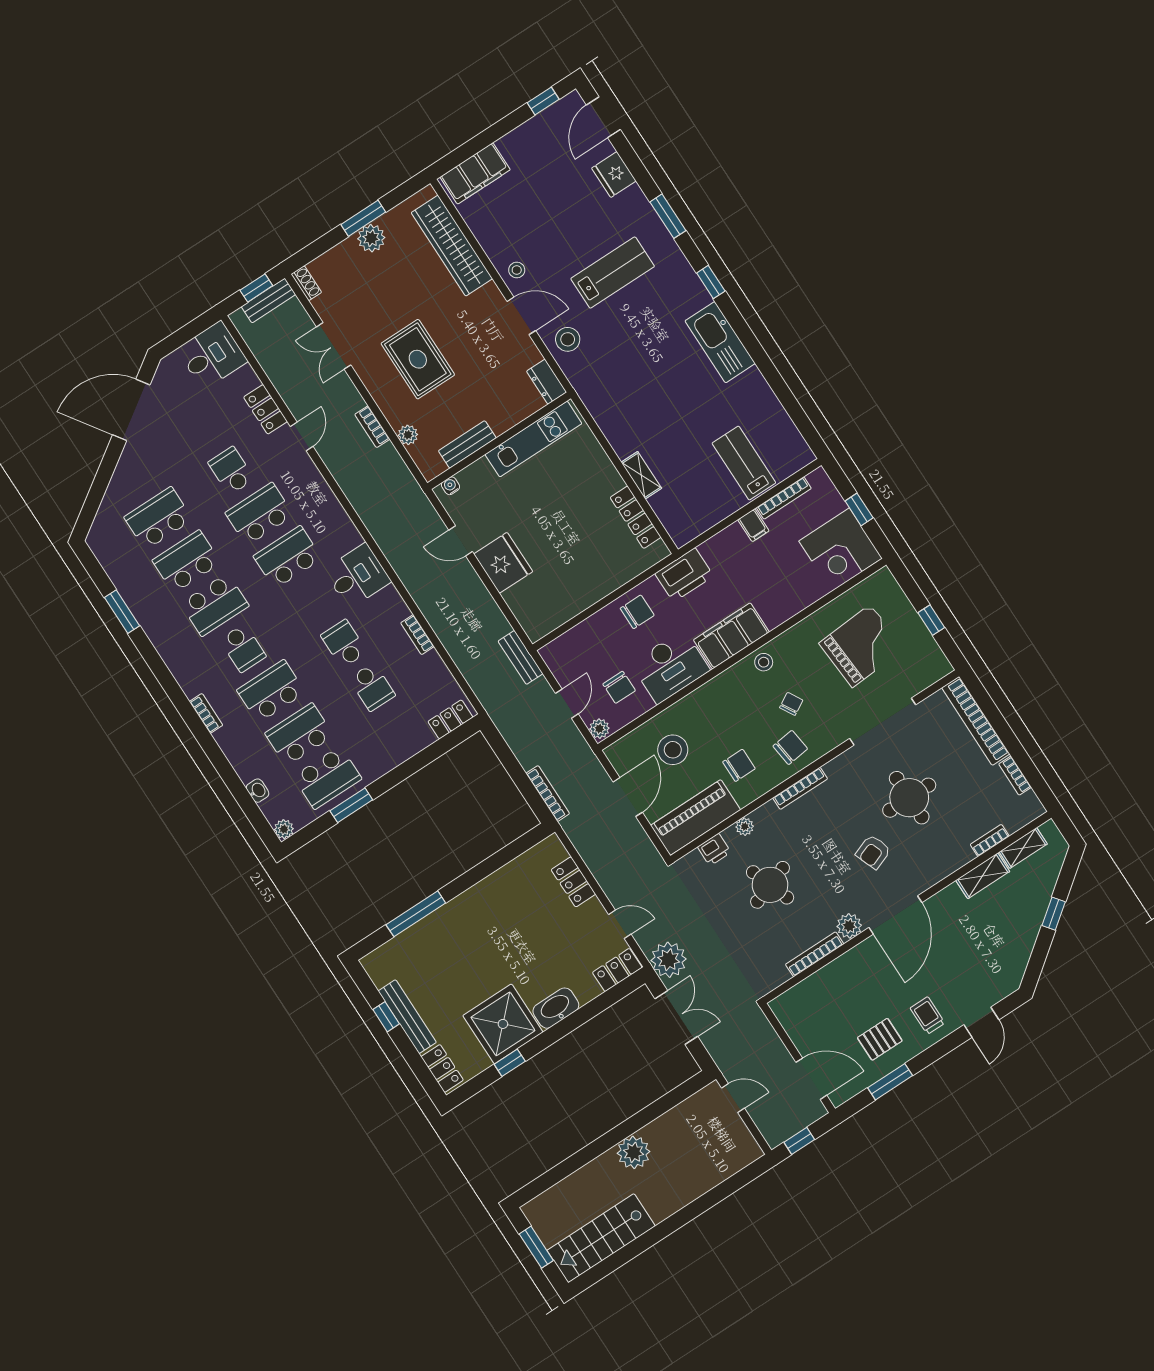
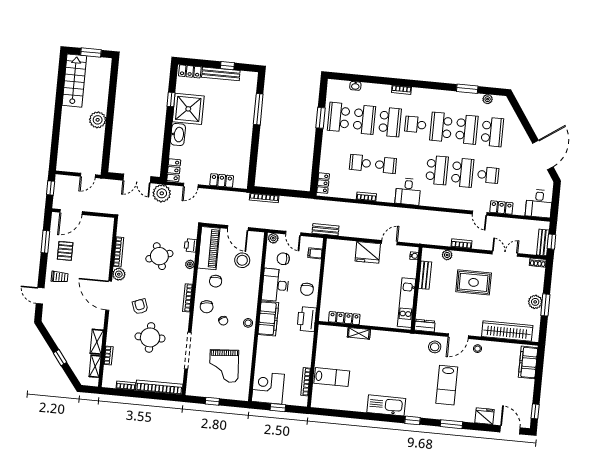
filing cabinet: (753, 525) -> (315, 253), moved
plant: (284, 829) -> (488, 99), moved

